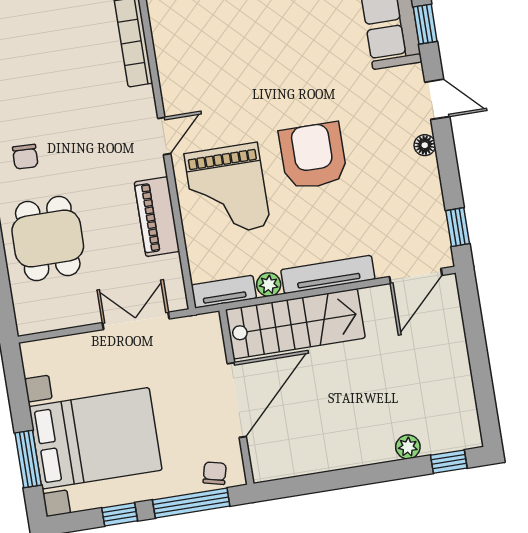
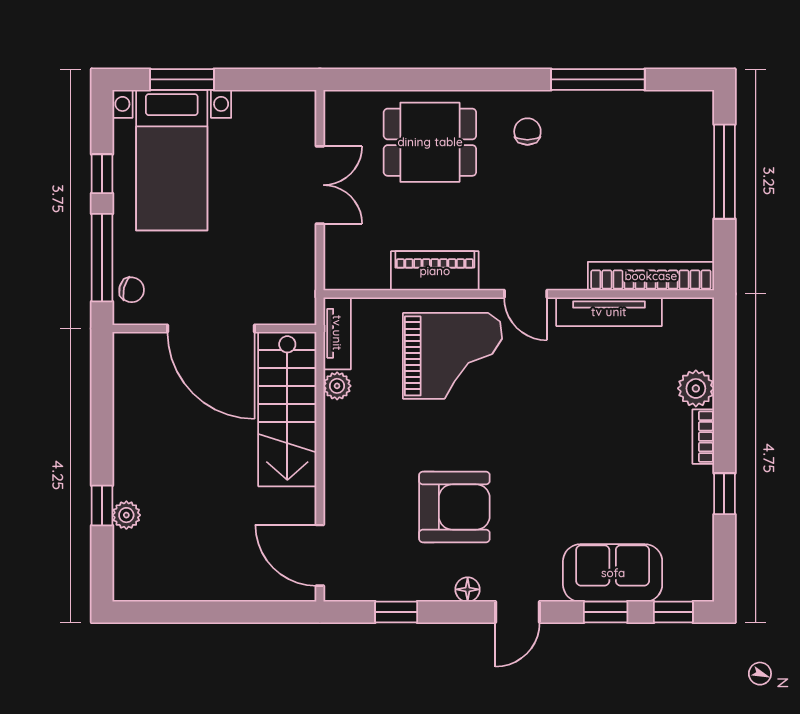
armchair: (313, 156) -> (454, 507), moved
chair: (25, 157) -> (527, 132), turned 88
grand piano: (227, 190) -> (452, 356), turned 180
window: (458, 227) -> (396, 612), moved
tv unit: (328, 275) -> (609, 312), moved, turned 90
double door: (136, 321) -> (320, 185), moved
bed with nightstands: (95, 438) -> (172, 160), width x0.73
window: (449, 462) -> (102, 506), moved

